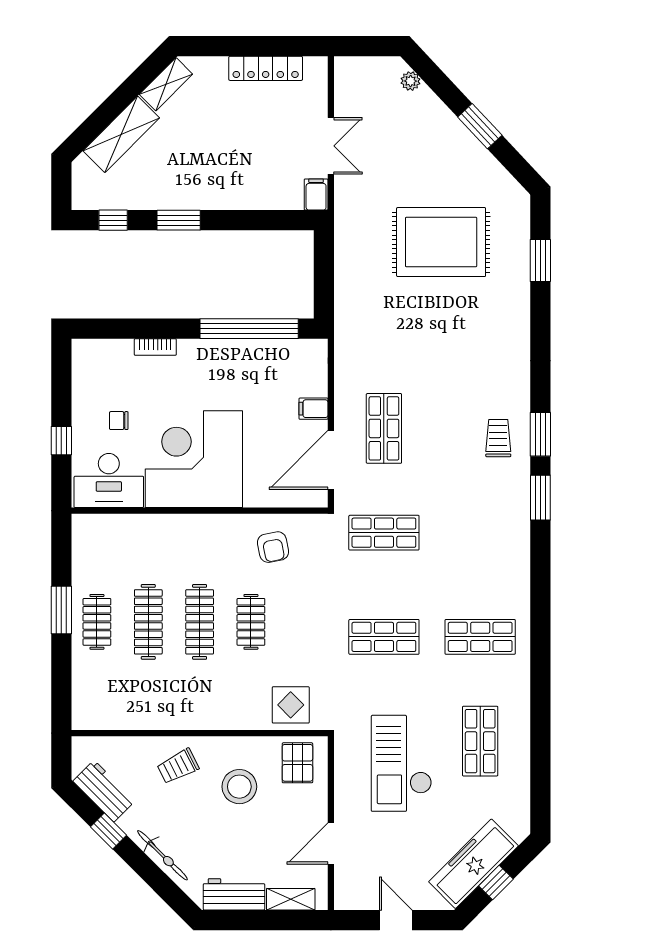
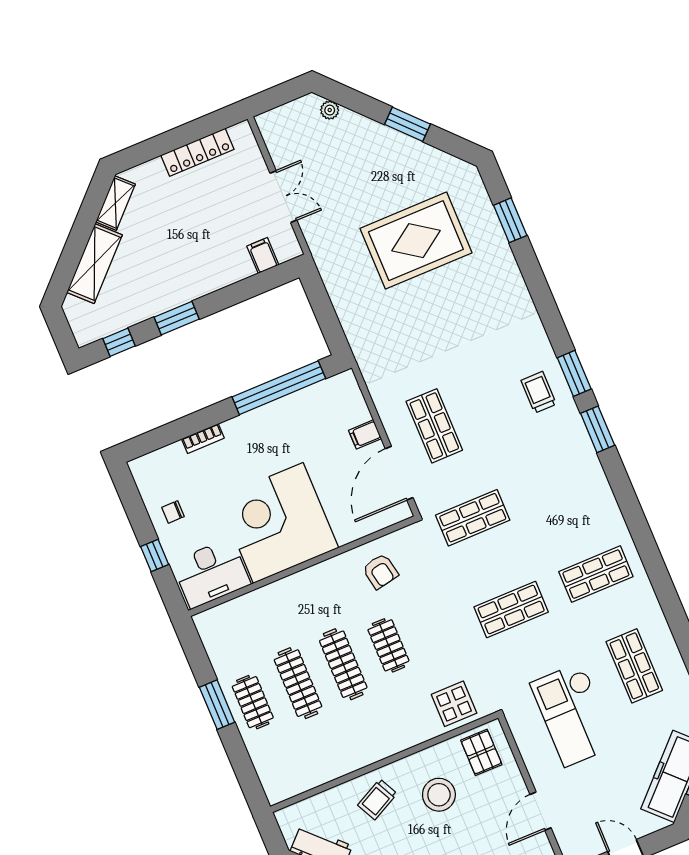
filing cabinet: (316, 195) -> (263, 255), moved
chair: (119, 421) -> (173, 512), moved

